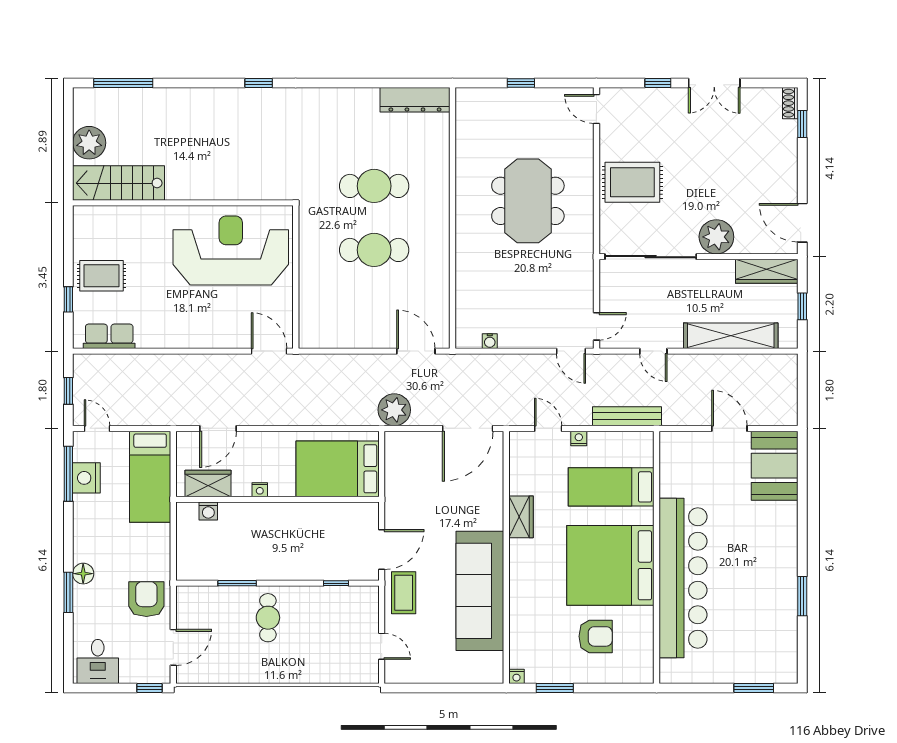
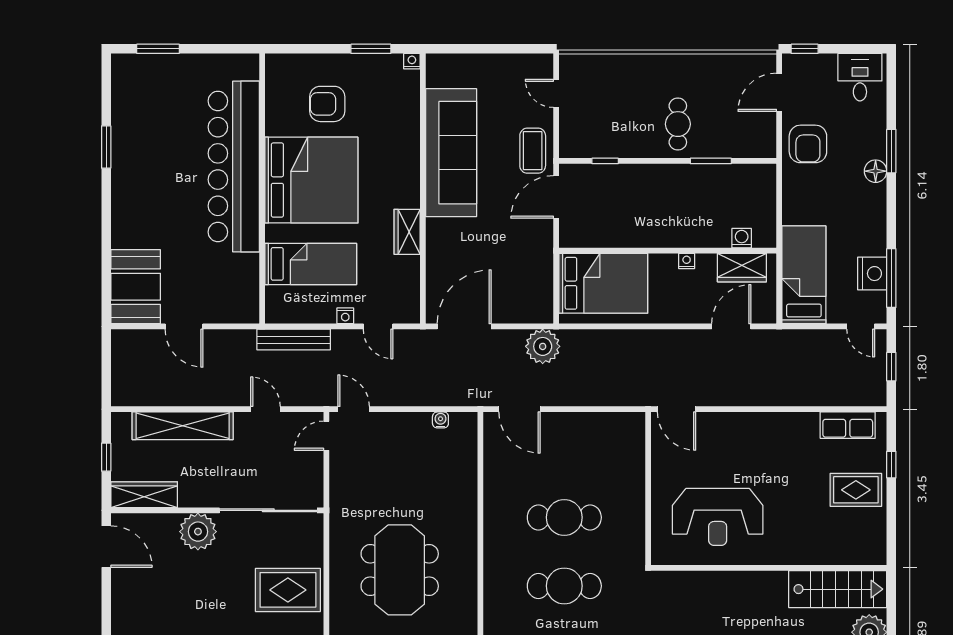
reception desk: (231, 250) -> (718, 517), width x0.74, depth x0.77

